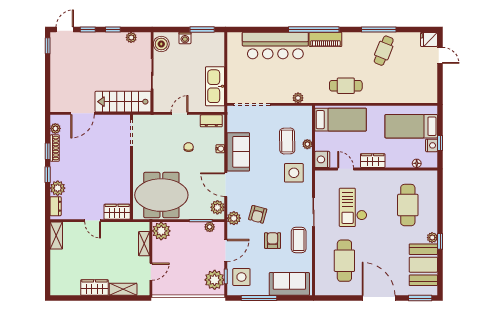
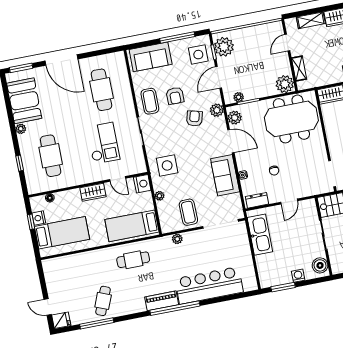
window: (379, 30) -> (97, 323), moved
coffee table: (287, 141) -> (188, 212), moved
window: (440, 241) -> (20, 163), moved

